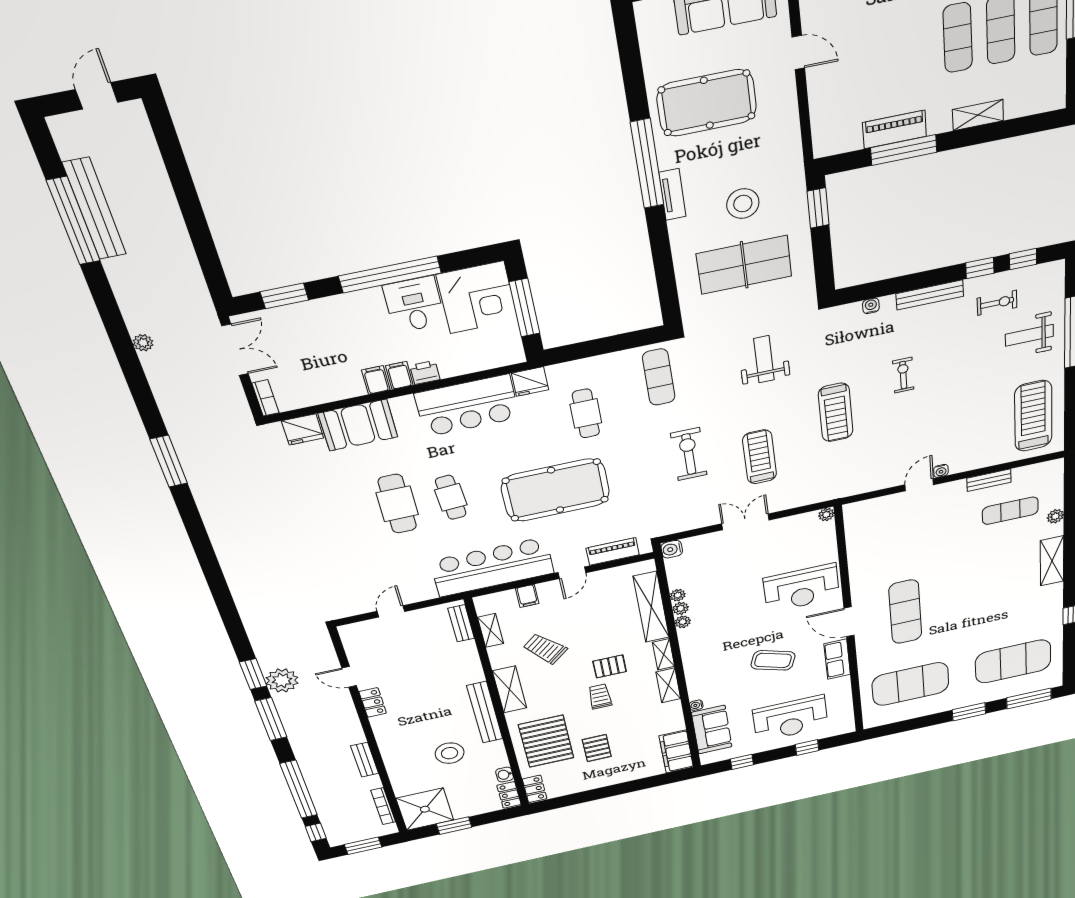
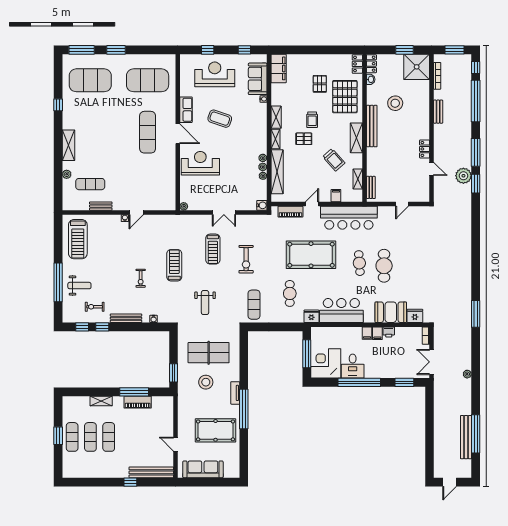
printer: (425, 372) -> (389, 332), moved

